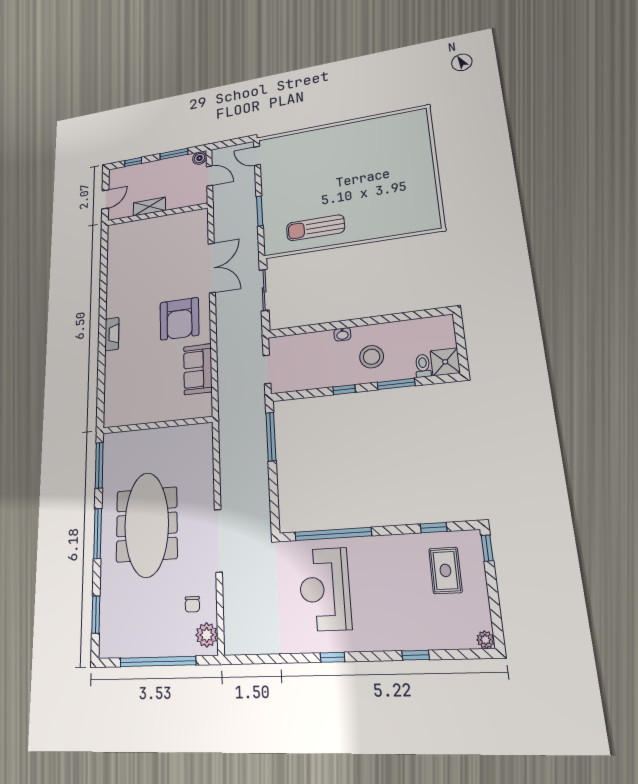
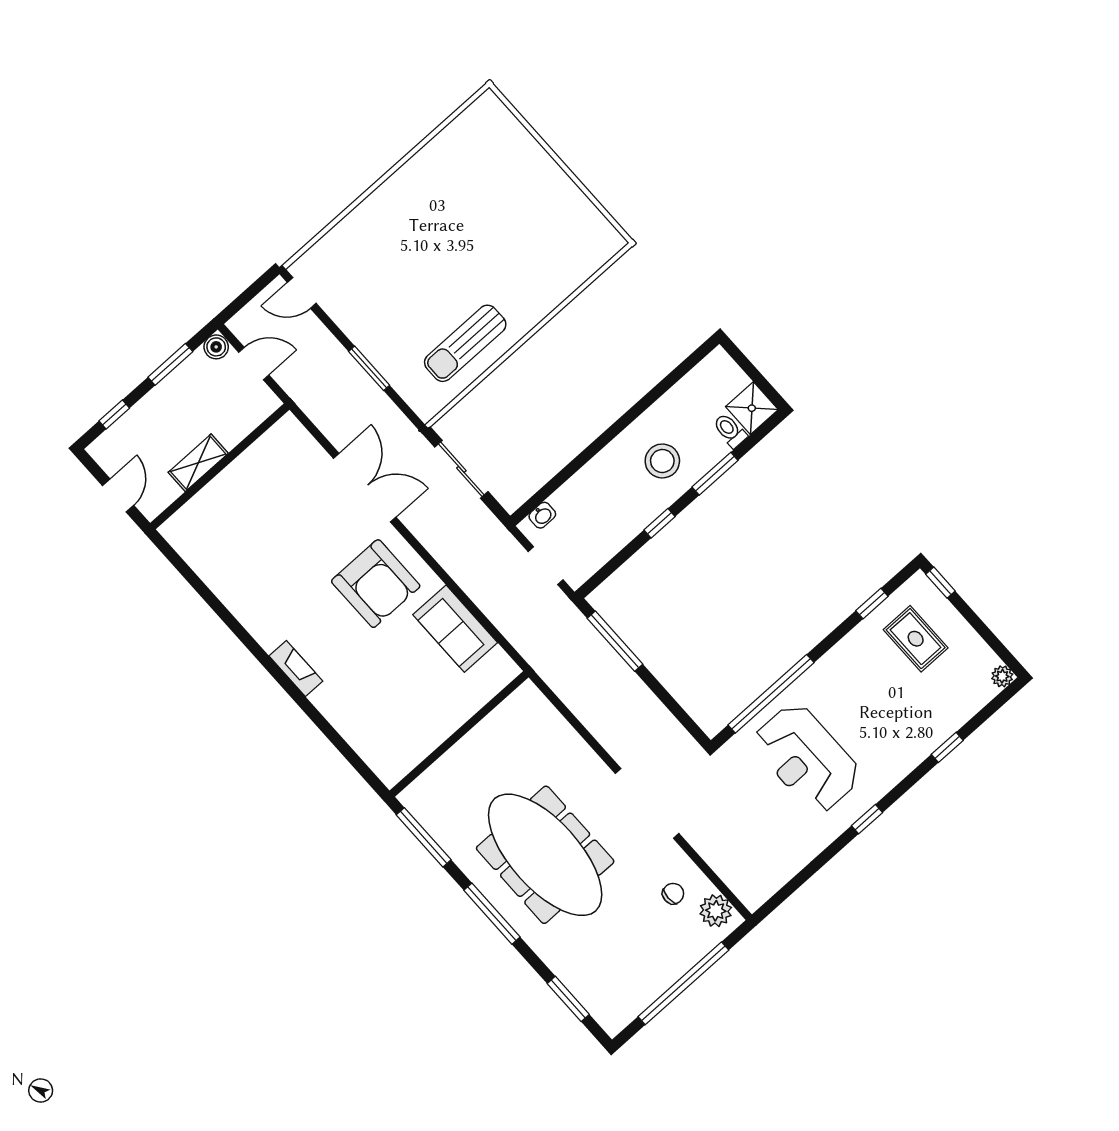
washbasin: (342, 334) -> (542, 515), moved
chair: (192, 604) -> (673, 894), turned -90

